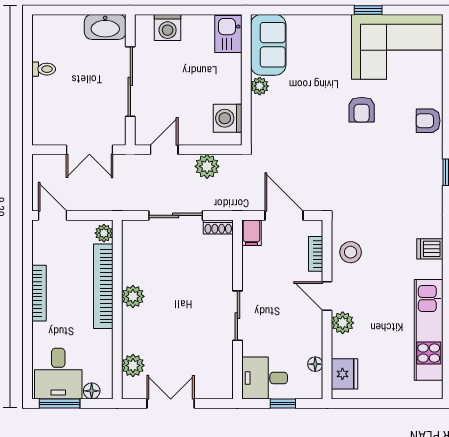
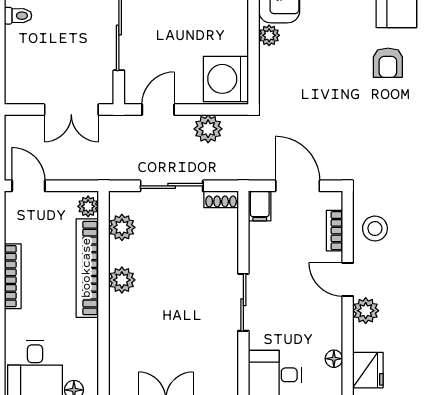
washing machine: (228, 118) -> (226, 79), width x1.37, depth x1.37
plant: (133, 365) -> (122, 227), moved

